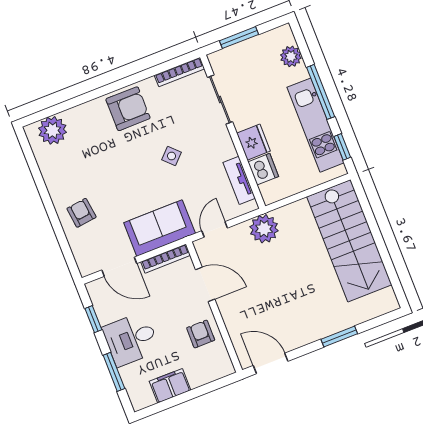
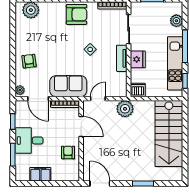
dishwasher: (263, 169) -> (138, 90), moved, turned -90
tv unit: (239, 180) -> (122, 58), moved
plant: (85, 265) -> (20, 90), added

